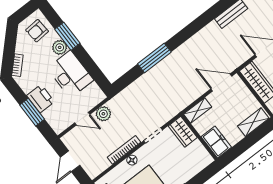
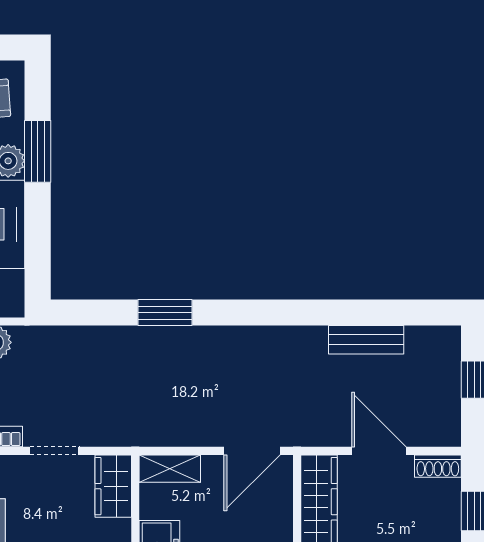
window: (154, 58) -> (165, 313), width x0.69
door: (221, 83) -> (252, 451), swing flipped

